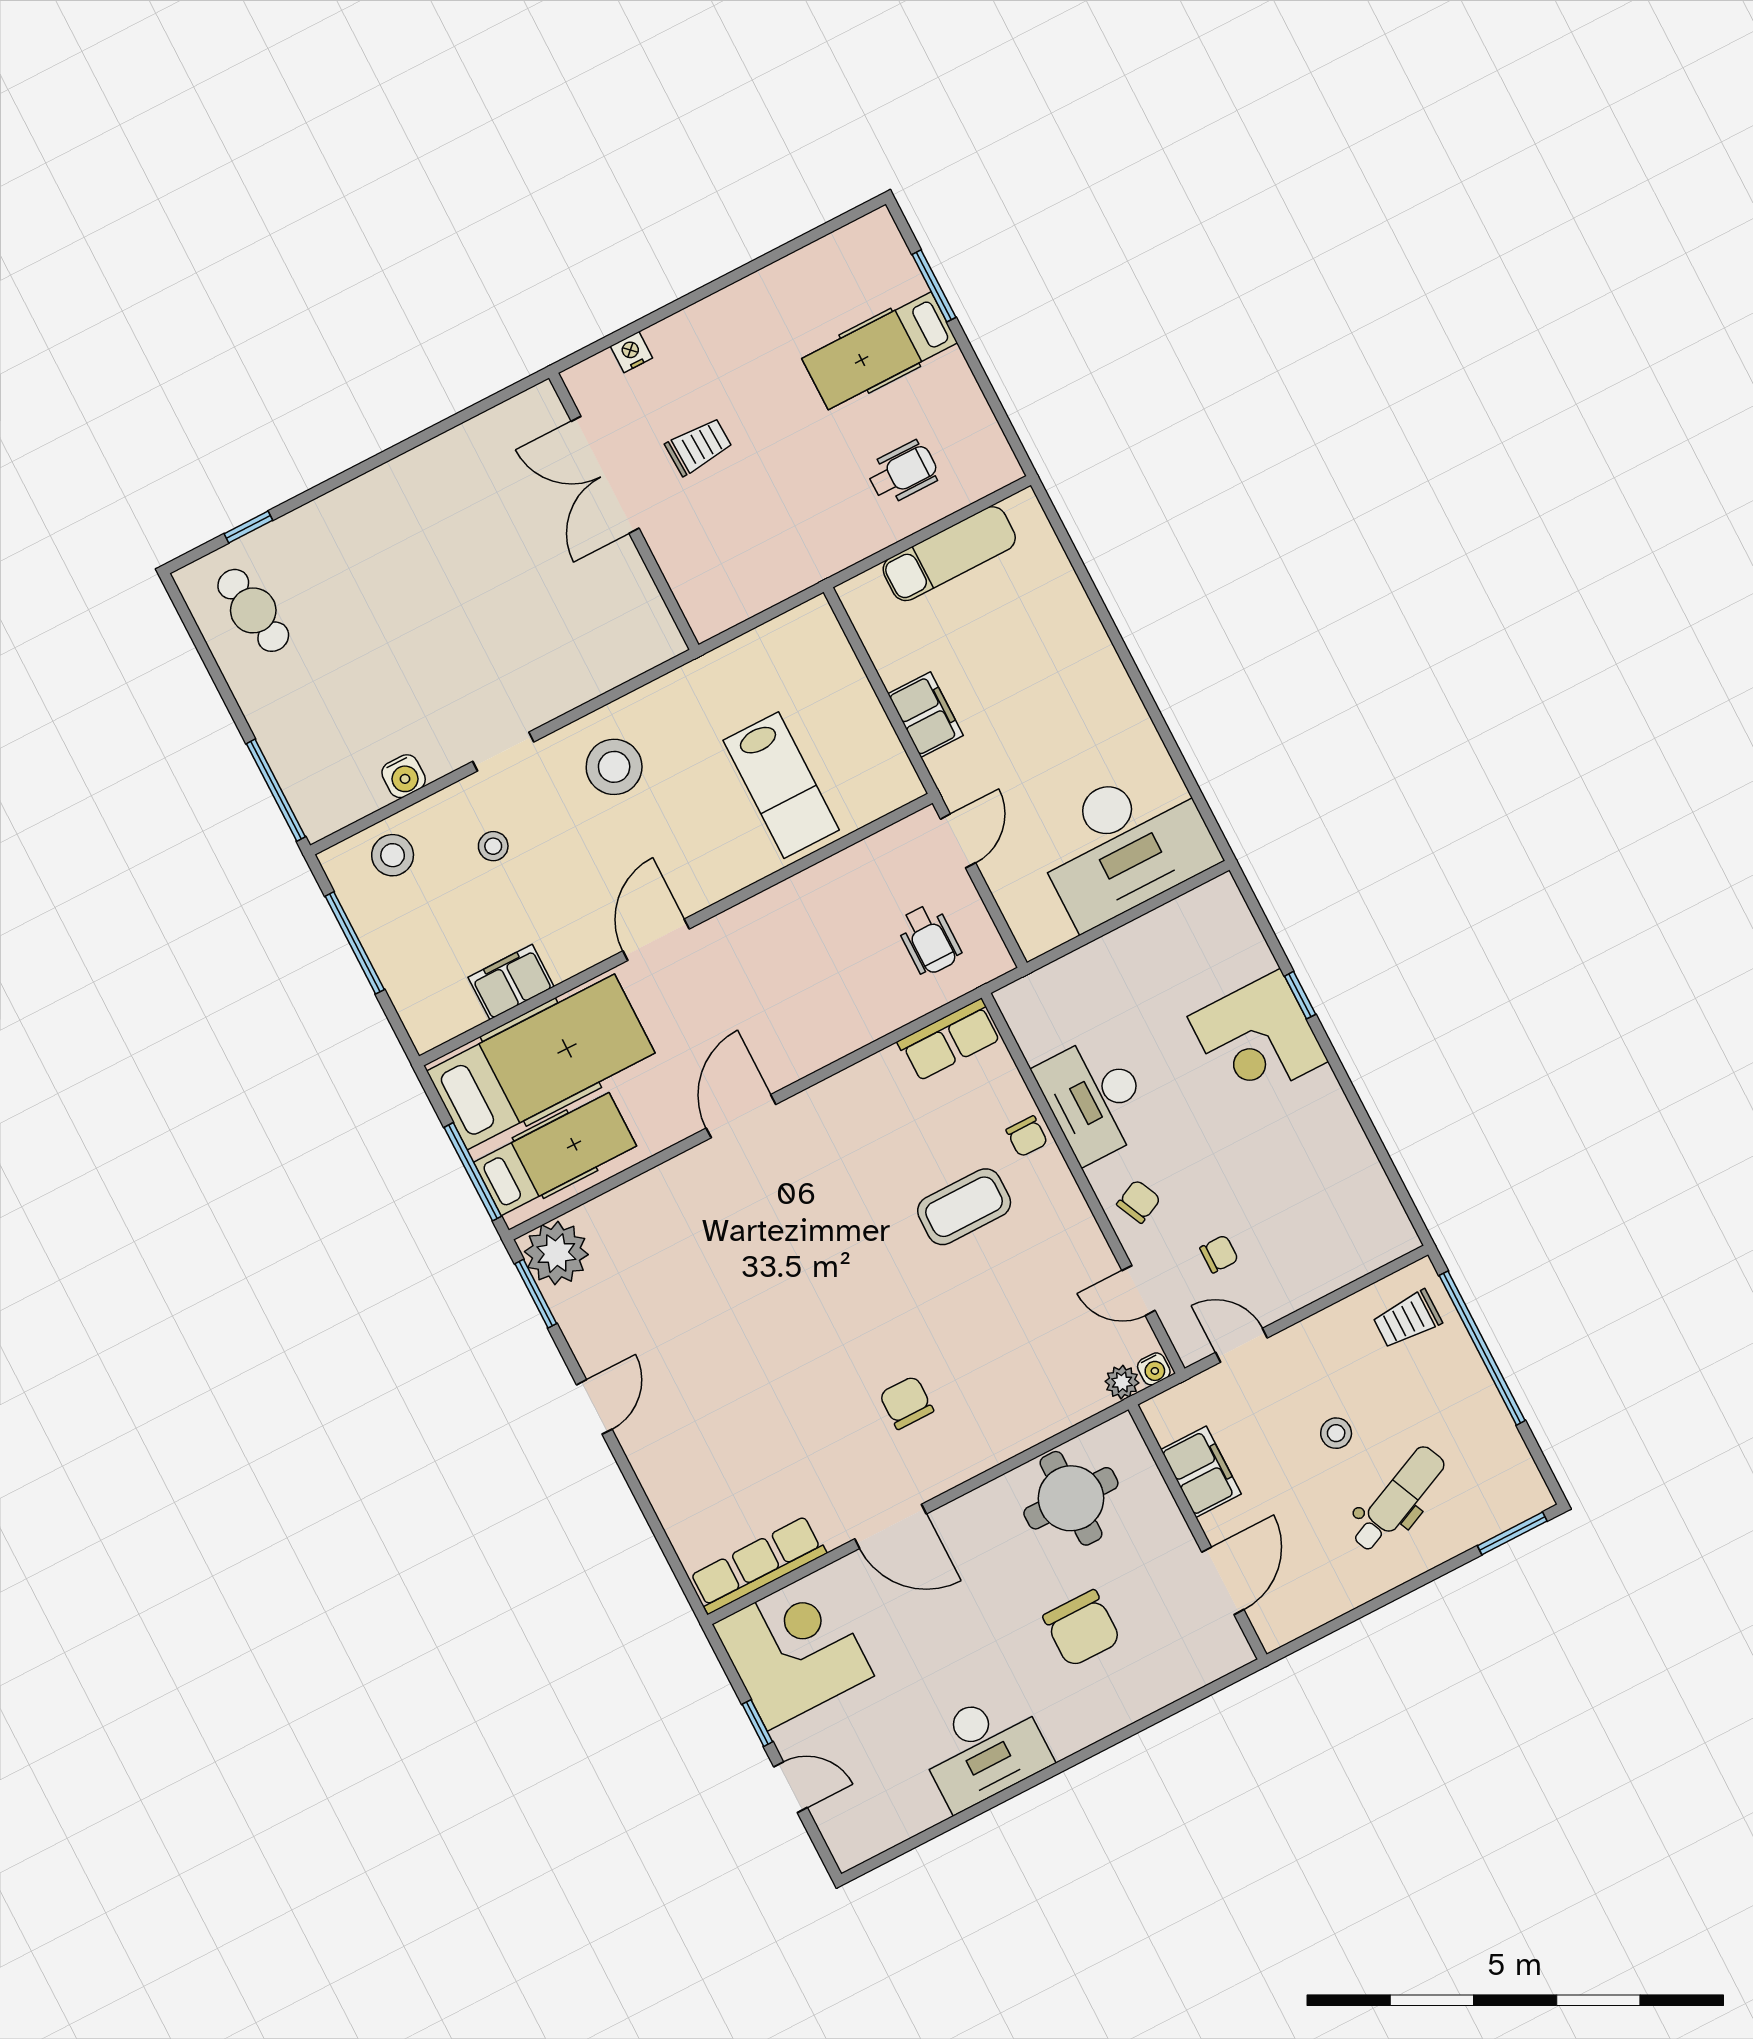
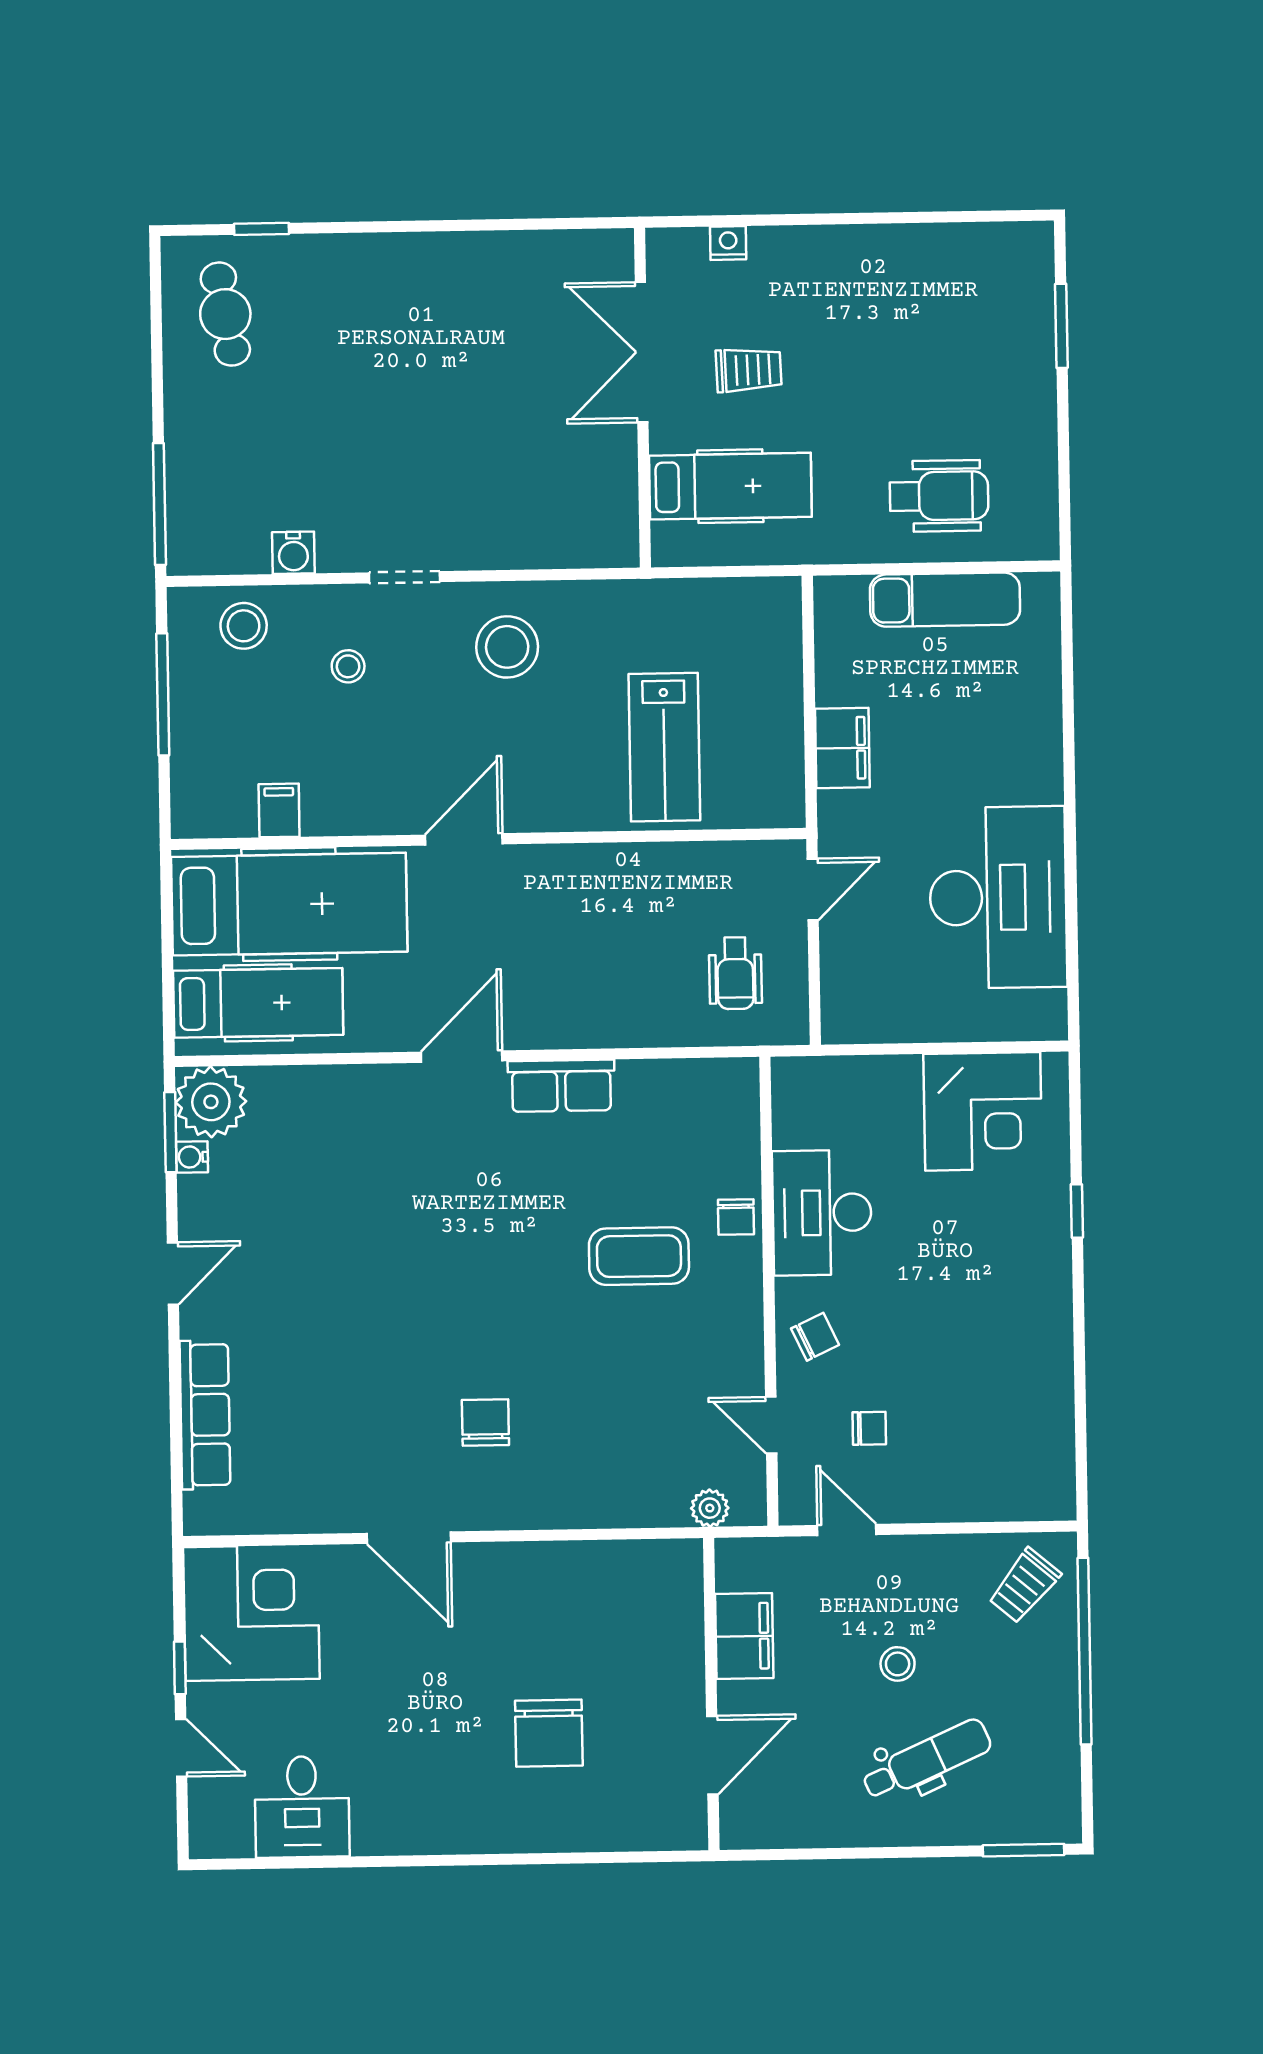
hospital bed: (880, 351) -> (730, 486), moved, turned 180
wheelchair: (903, 472) -> (939, 496), width x1.36, depth x1.37
desk: (1124, 844) -> (998, 897), moved, turned -90
filing cabinet: (511, 982) -> (279, 810), width x0.50
corner desk: (1258, 1039) -> (983, 1111), moved, turned -90
row of seats: (950, 1040) -> (561, 1086), moved
window: (473, 1172) -> (168, 980), removed
trolley: (1407, 1319) -> (1024, 1586), turned -50
water cooler: (1154, 1369) -> (192, 1157), moved, turned 90
round table: (1071, 1498) -> (602, 1598), removed
row of seats: (758, 1565) -> (205, 1415), moved, turned 90
desk: (984, 1749) -> (302, 1807), moved, width x0.73

